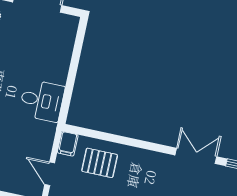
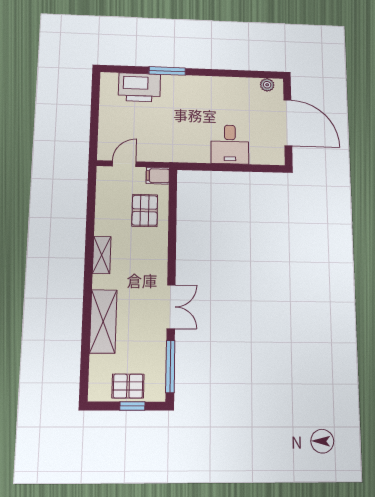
desk: (42, 101) -> (230, 144), moved

